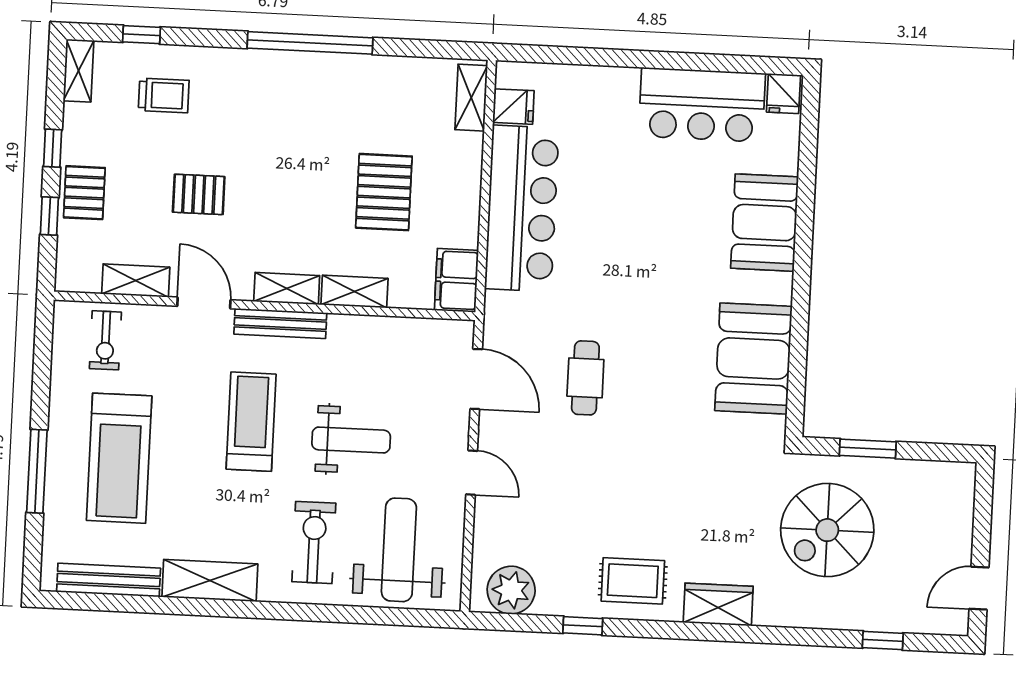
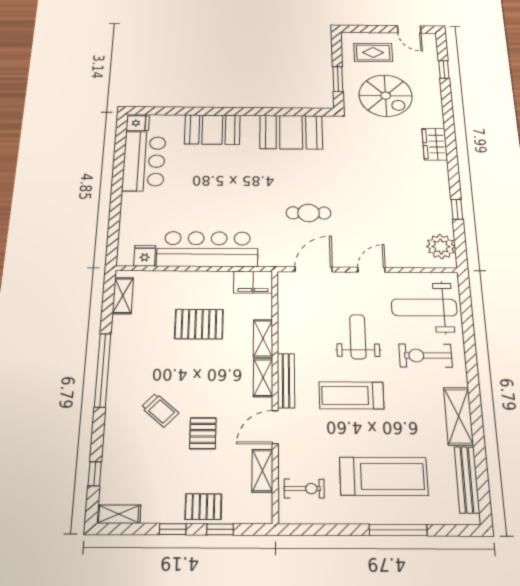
trolley: (164, 95) -> (160, 410), moved, turned 132
shelving: (471, 98) -> (123, 296), moved, turned 90
rug: (633, 581) -> (373, 53), moved, turned 90

